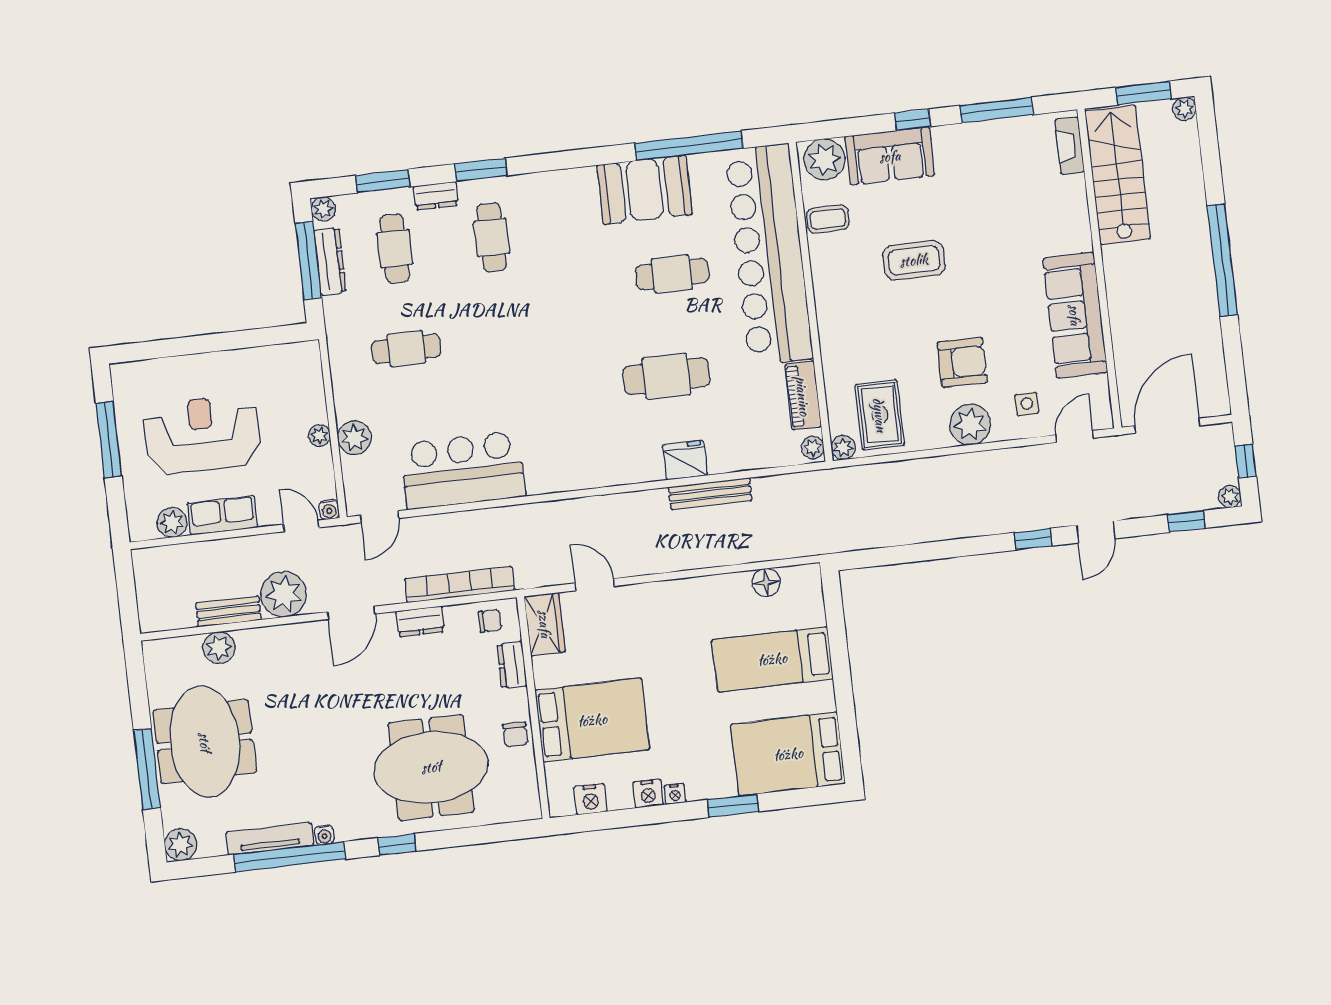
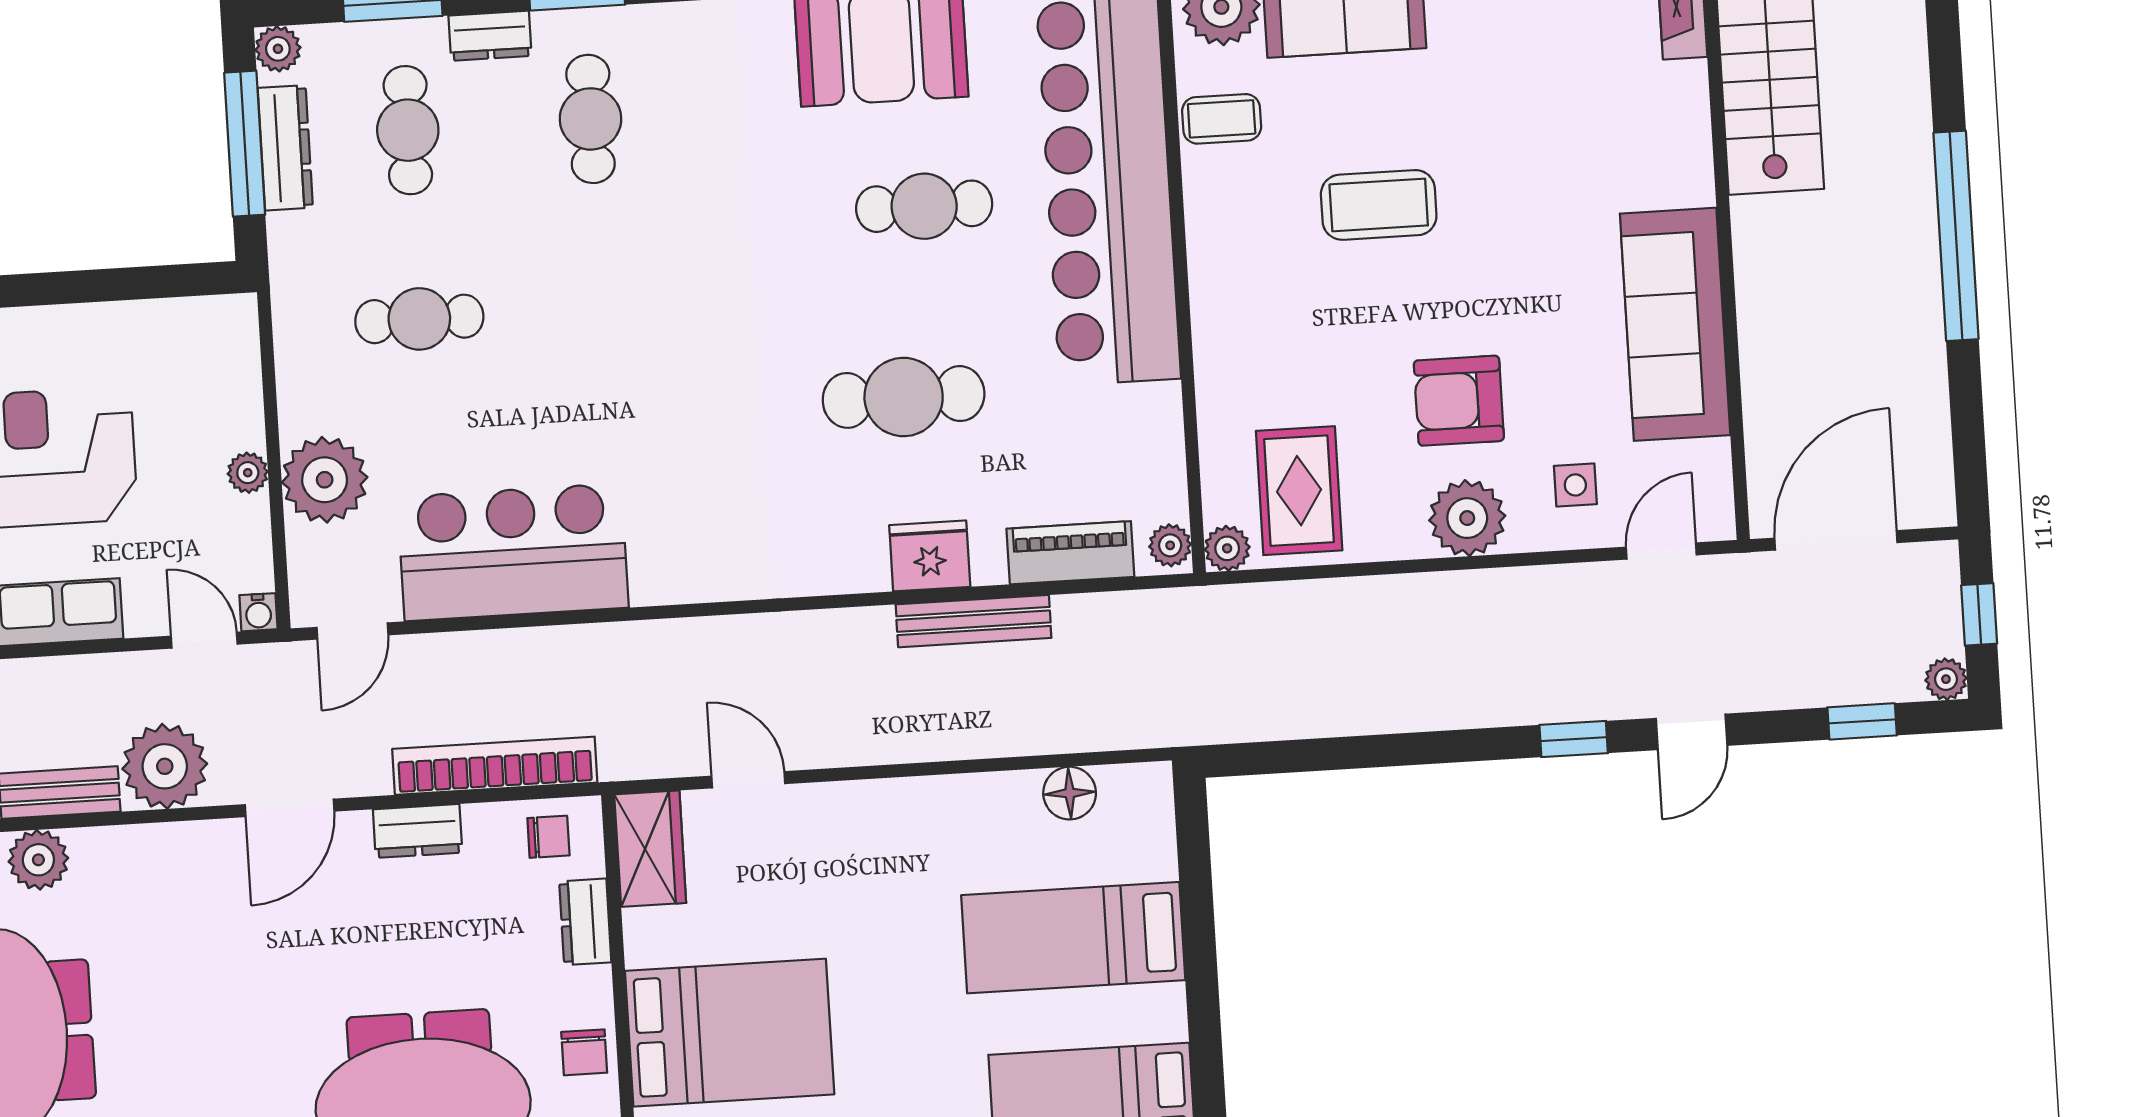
armchair: (962, 362) -> (1459, 401), turned 180
piano: (803, 396) -> (1070, 553), moved, turned 90
plant: (354, 438) -> (325, 480), width x1.36, depth x1.36

